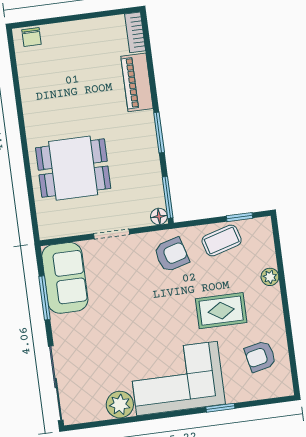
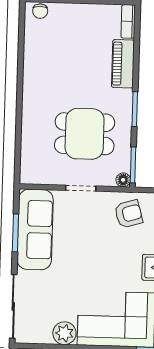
dining table: (73, 168) -> (85, 134), moved
sofa: (65, 278) -> (35, 229), width x1.36

